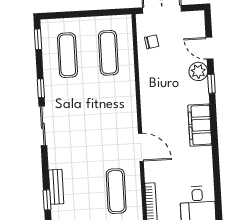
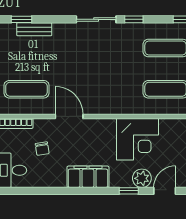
chair: (152, 42) -> (42, 149), moved
corner desk: (160, 78) -> (137, 139), added
door: (141, 147) -> (69, 116), swing flipped

